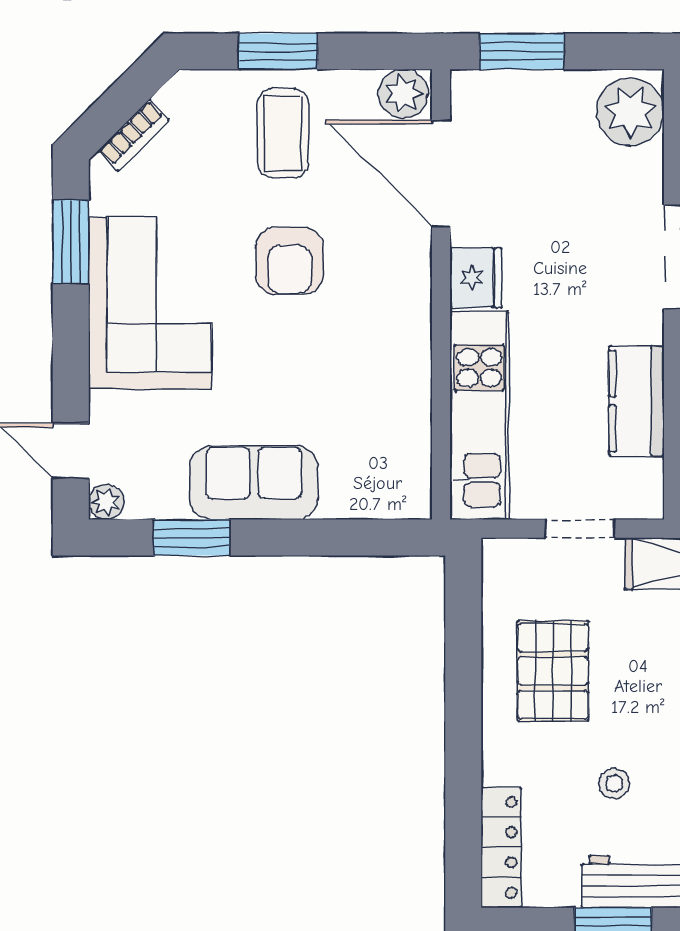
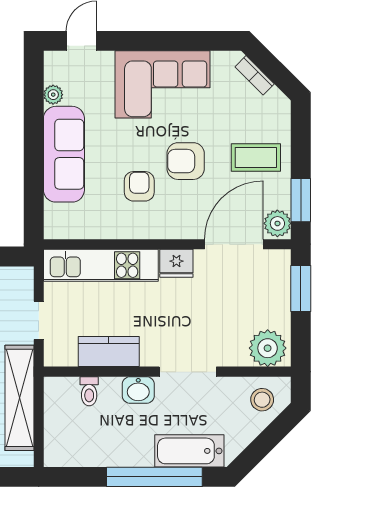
window: (278, 51) -> (301, 200), moved
window: (71, 242) -> (196, 41), removed
armchair: (336, 345) -> (139, 186), added
sofa: (254, 483) -> (64, 154), width x1.36
plant: (106, 502) -> (53, 95), moved
window: (192, 538) -> (34, 107), removed

